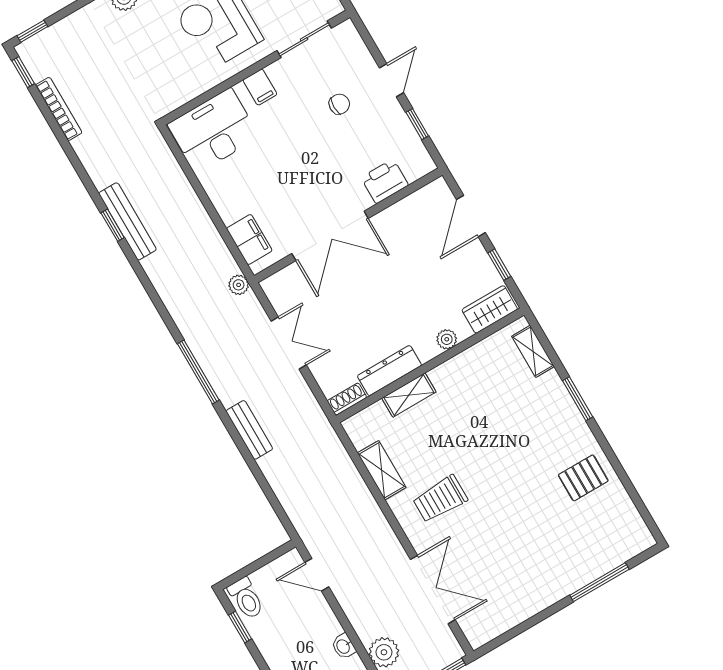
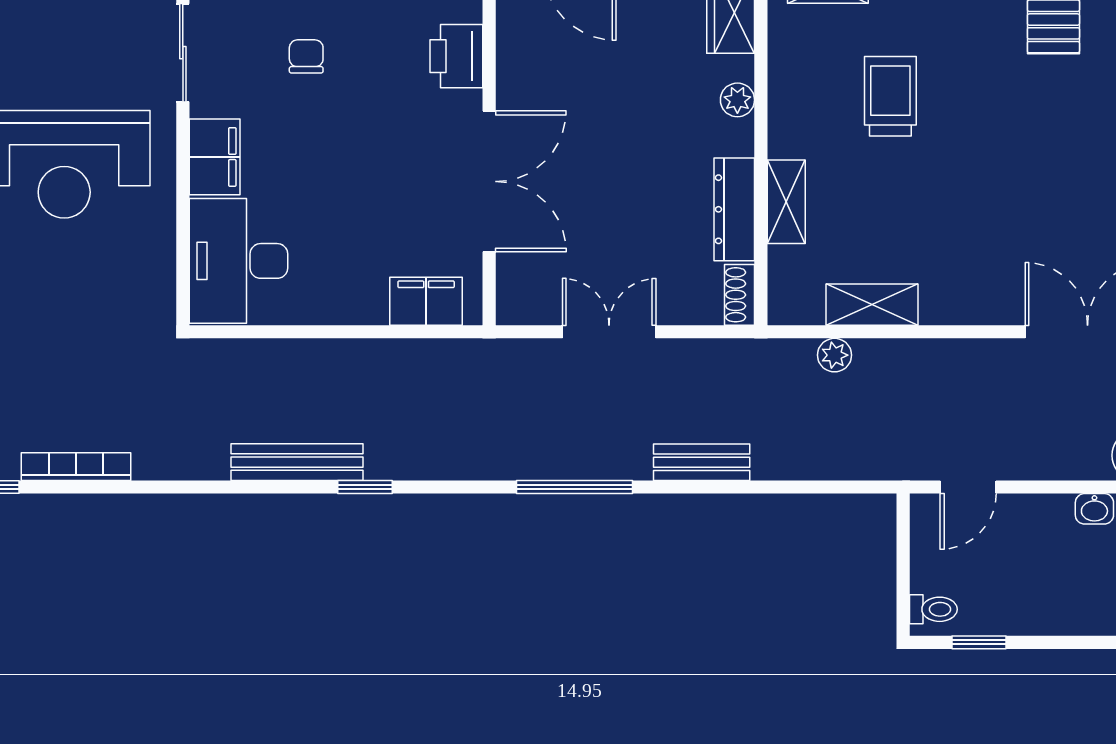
filing cabinet: (260, 87) -> (215, 157), width x2.00
window: (113, 225) -> (365, 487), moved
plant: (239, 285) -> (834, 355), moved
trolley: (440, 499) -> (890, 96), moved, turned 180
toilet: (246, 598) -> (933, 609), width x0.73, depth x0.72

